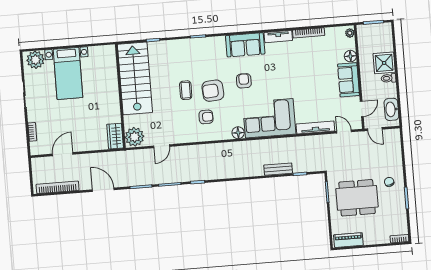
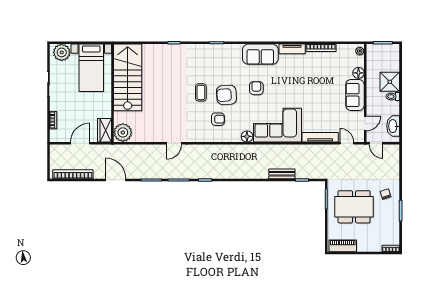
stairs: (135, 78) -> (128, 77), moved
wall: (120, 96) -> (113, 93), moved
wardrobe: (115, 136) -> (105, 130), moved
plant: (134, 137) -> (123, 132), moved

